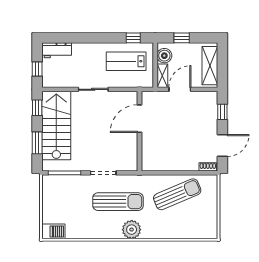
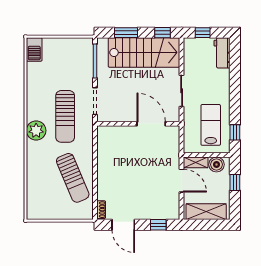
door: (139, 119) -> (151, 124), moved
wall: (139, 131) -> (138, 124), moved

